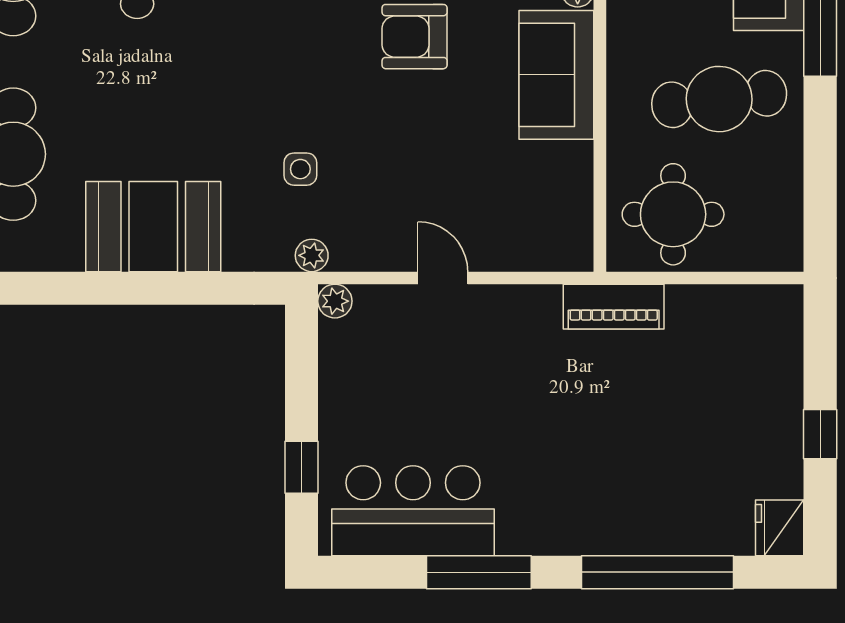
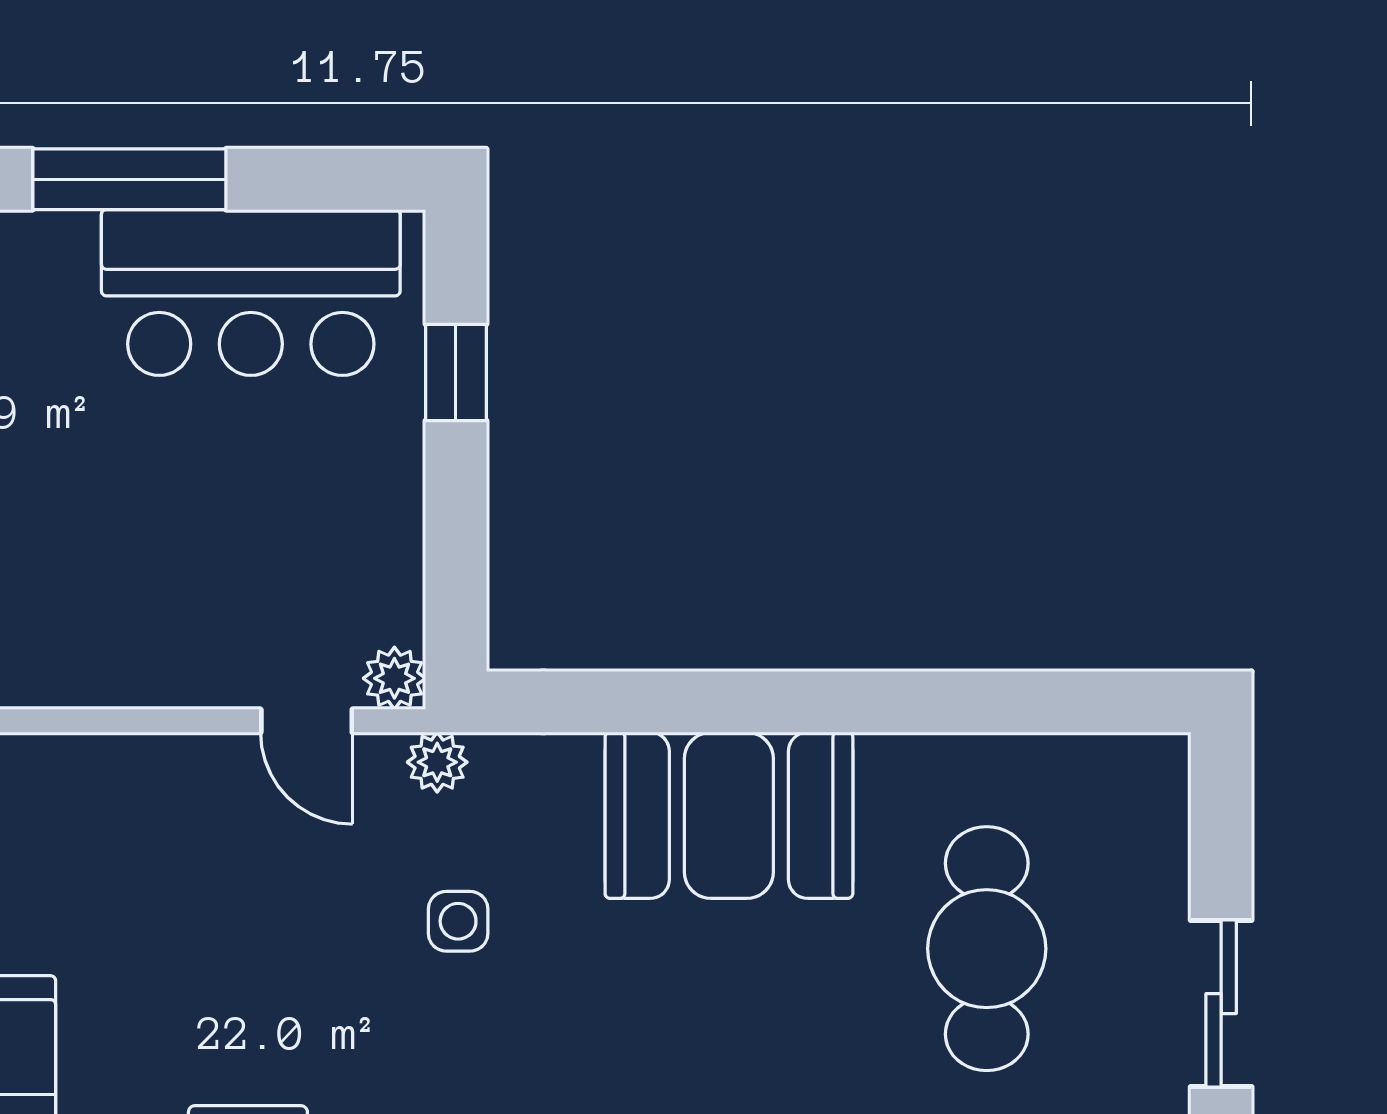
door: (443, 278) -> (307, 721), moved

